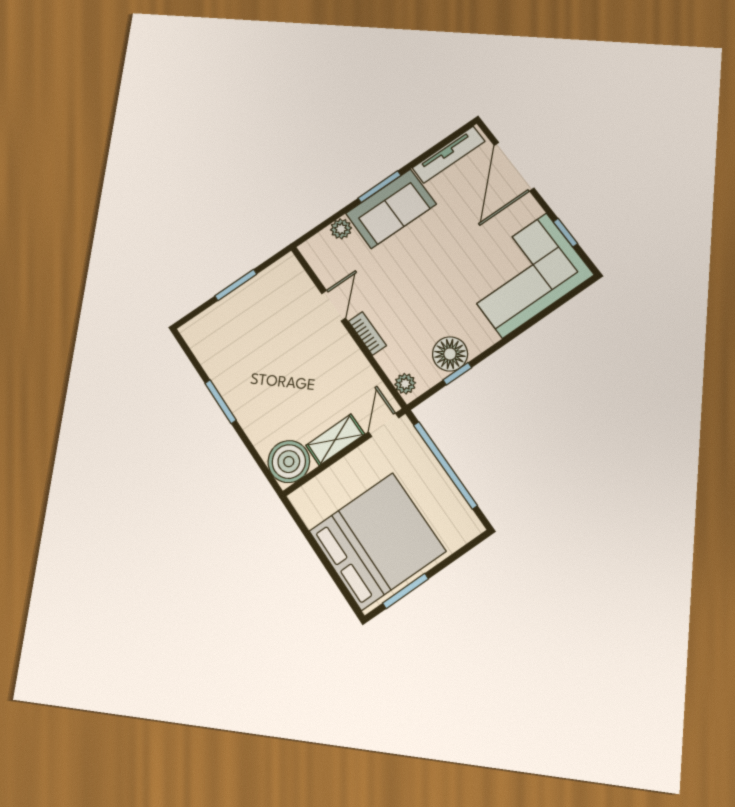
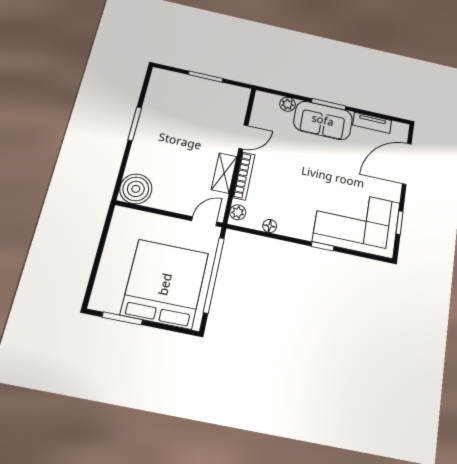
tv unit: (449, 155) -> (372, 123), width x0.71
bookcase: (367, 333) -> (244, 176), width x1.56
floor lamp: (450, 354) -> (270, 226), width x0.53, depth x0.53
window: (457, 374) -> (323, 246), moved
shelving: (335, 440) -> (224, 173), moved, turned 90
bed: (377, 541) -> (165, 284), moved, turned -90

